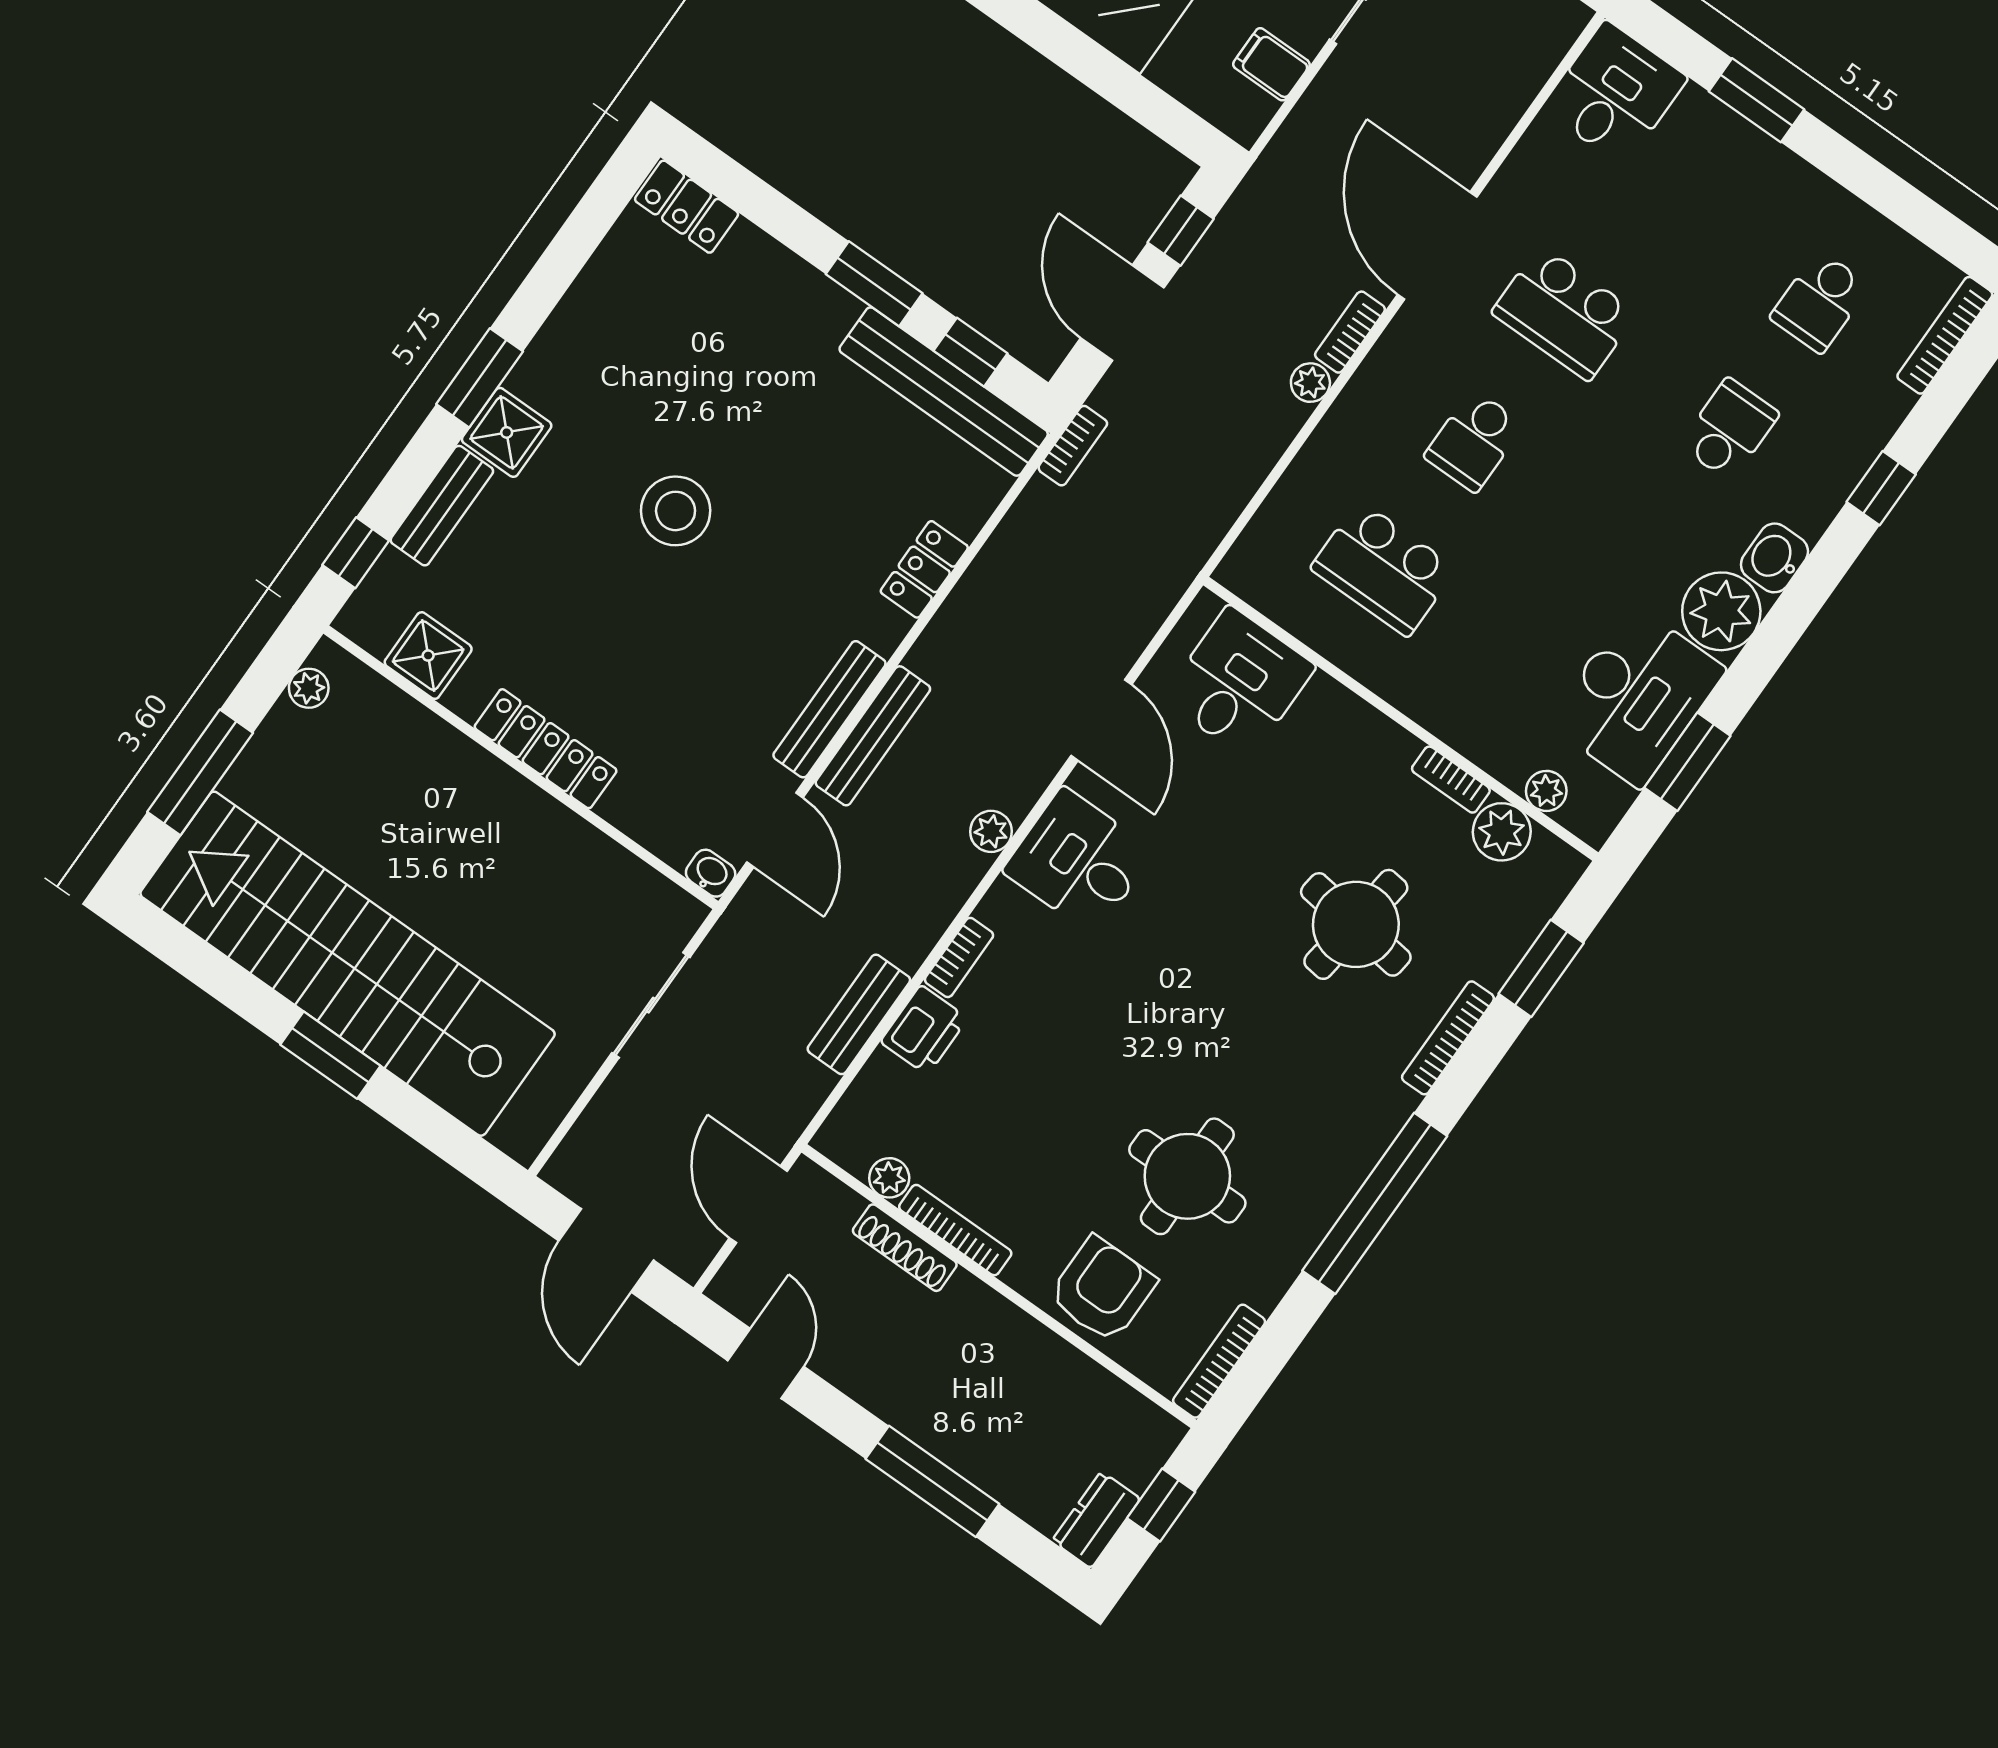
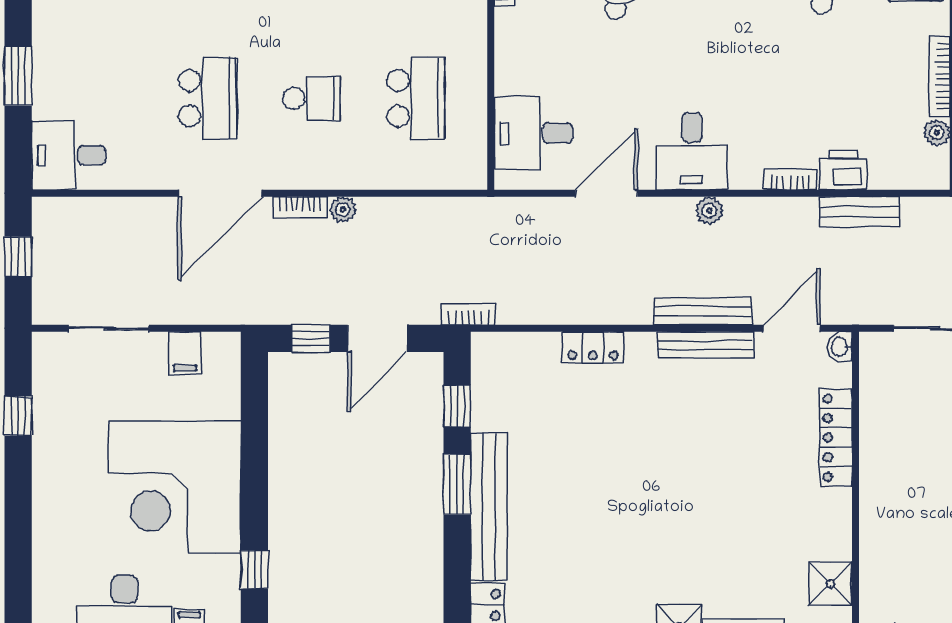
bench: (944, 392) -> (489, 507), moved
stool: (676, 511) -> (657, 505), removed
locker: (546, 749) -> (836, 438), moved

